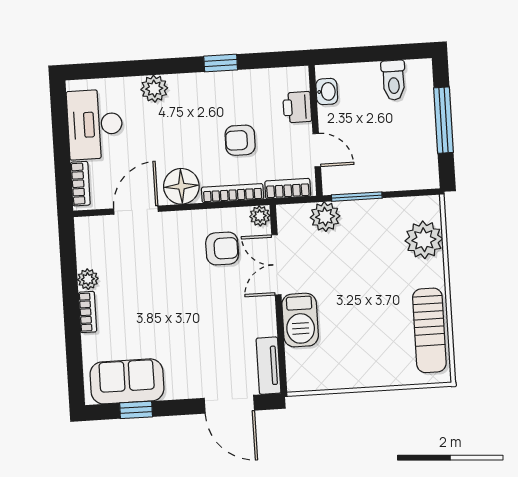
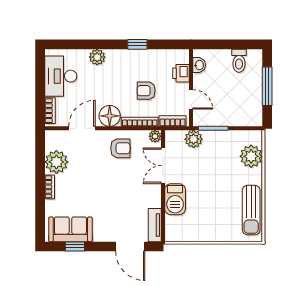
armchair: (222, 248) -> (120, 148), moved
plant: (88, 279) -> (56, 162), width x1.88, depth x1.88

